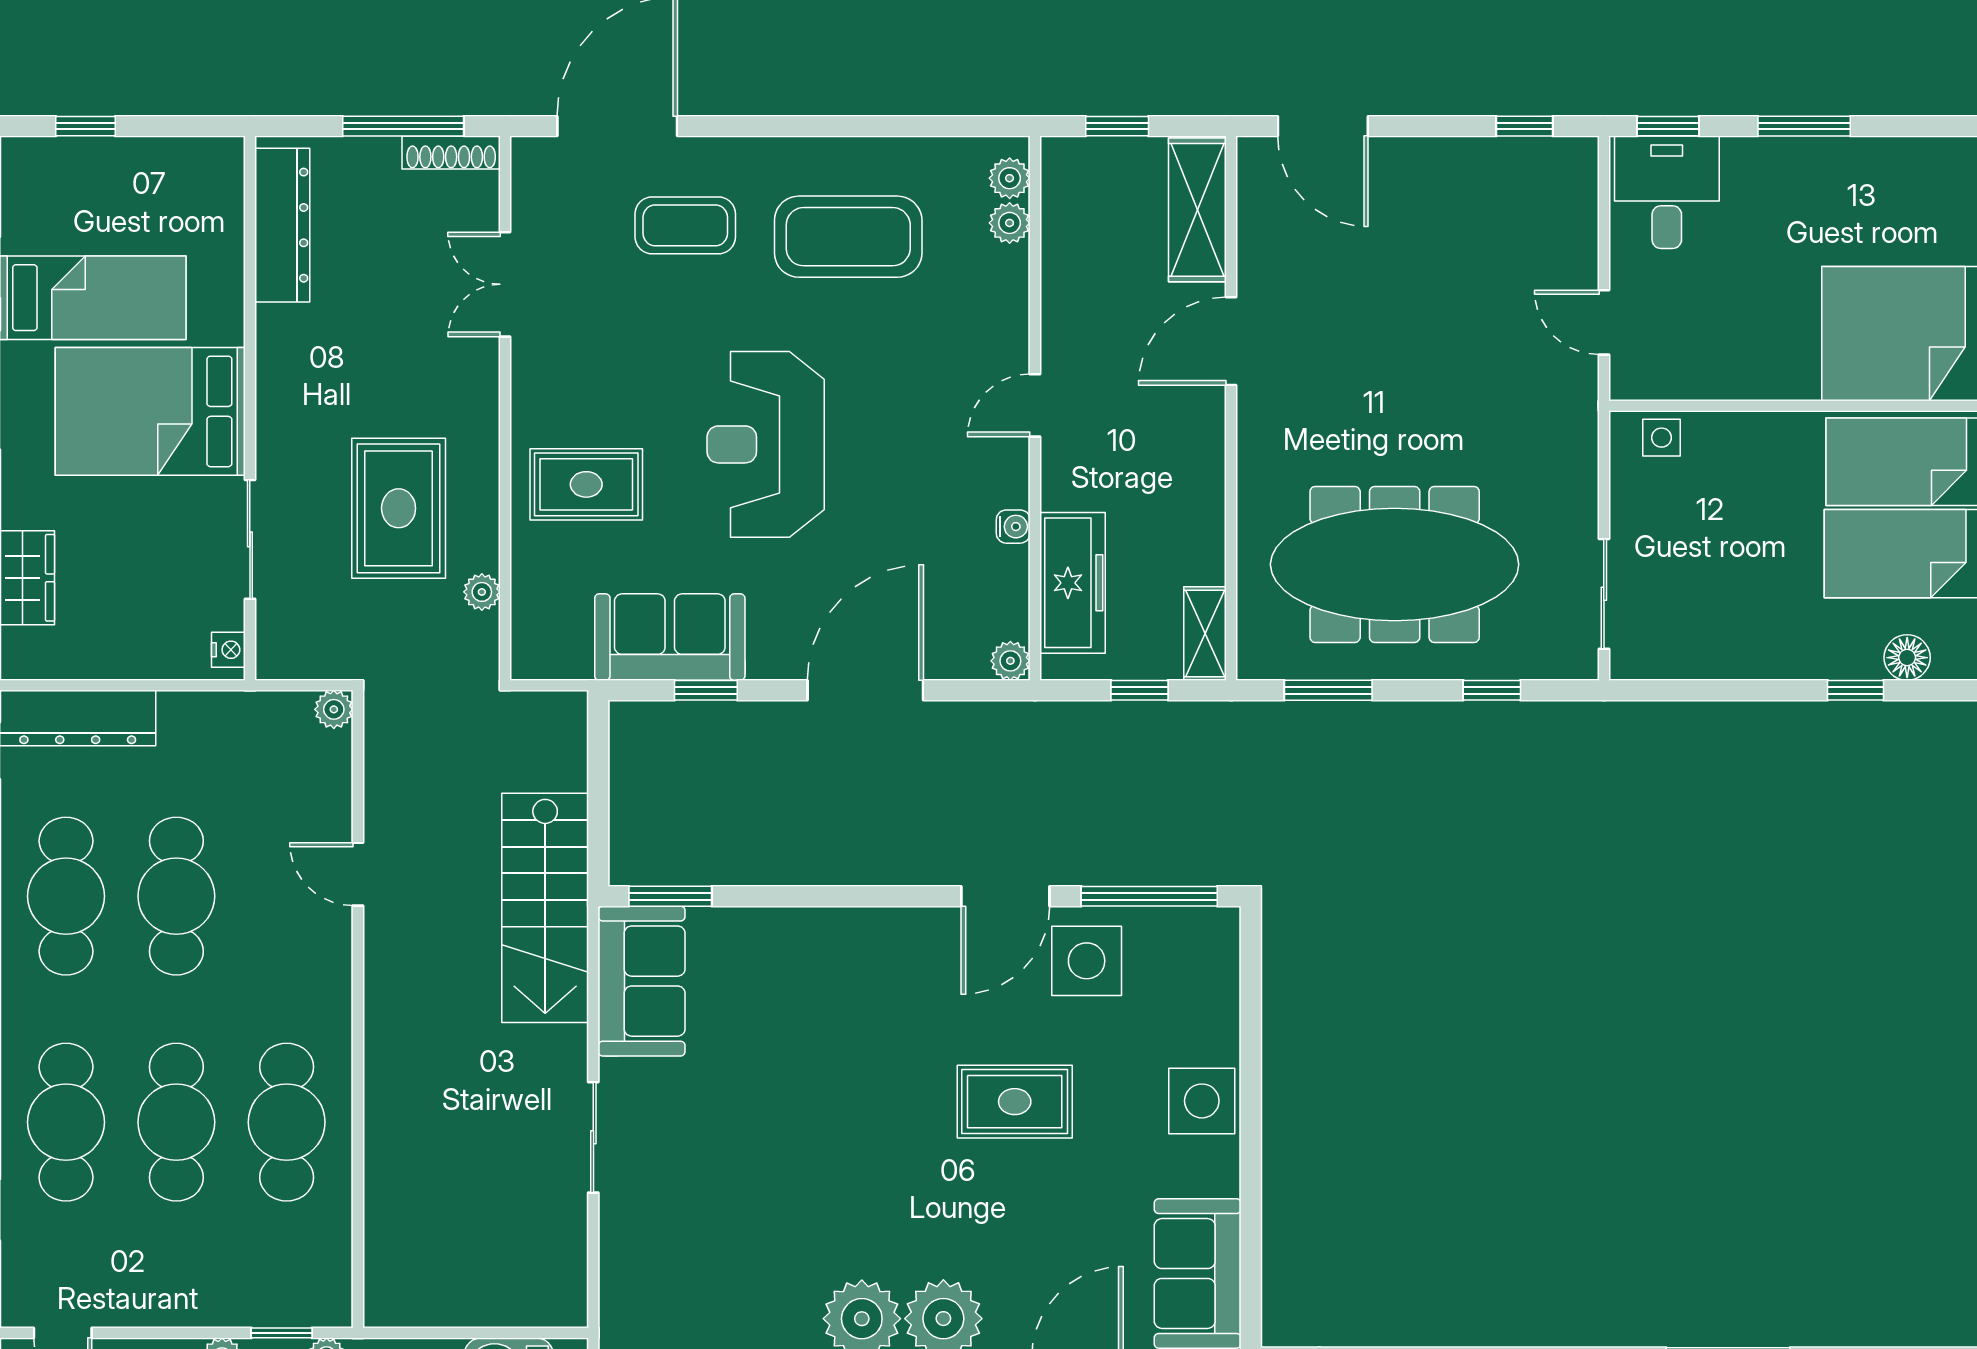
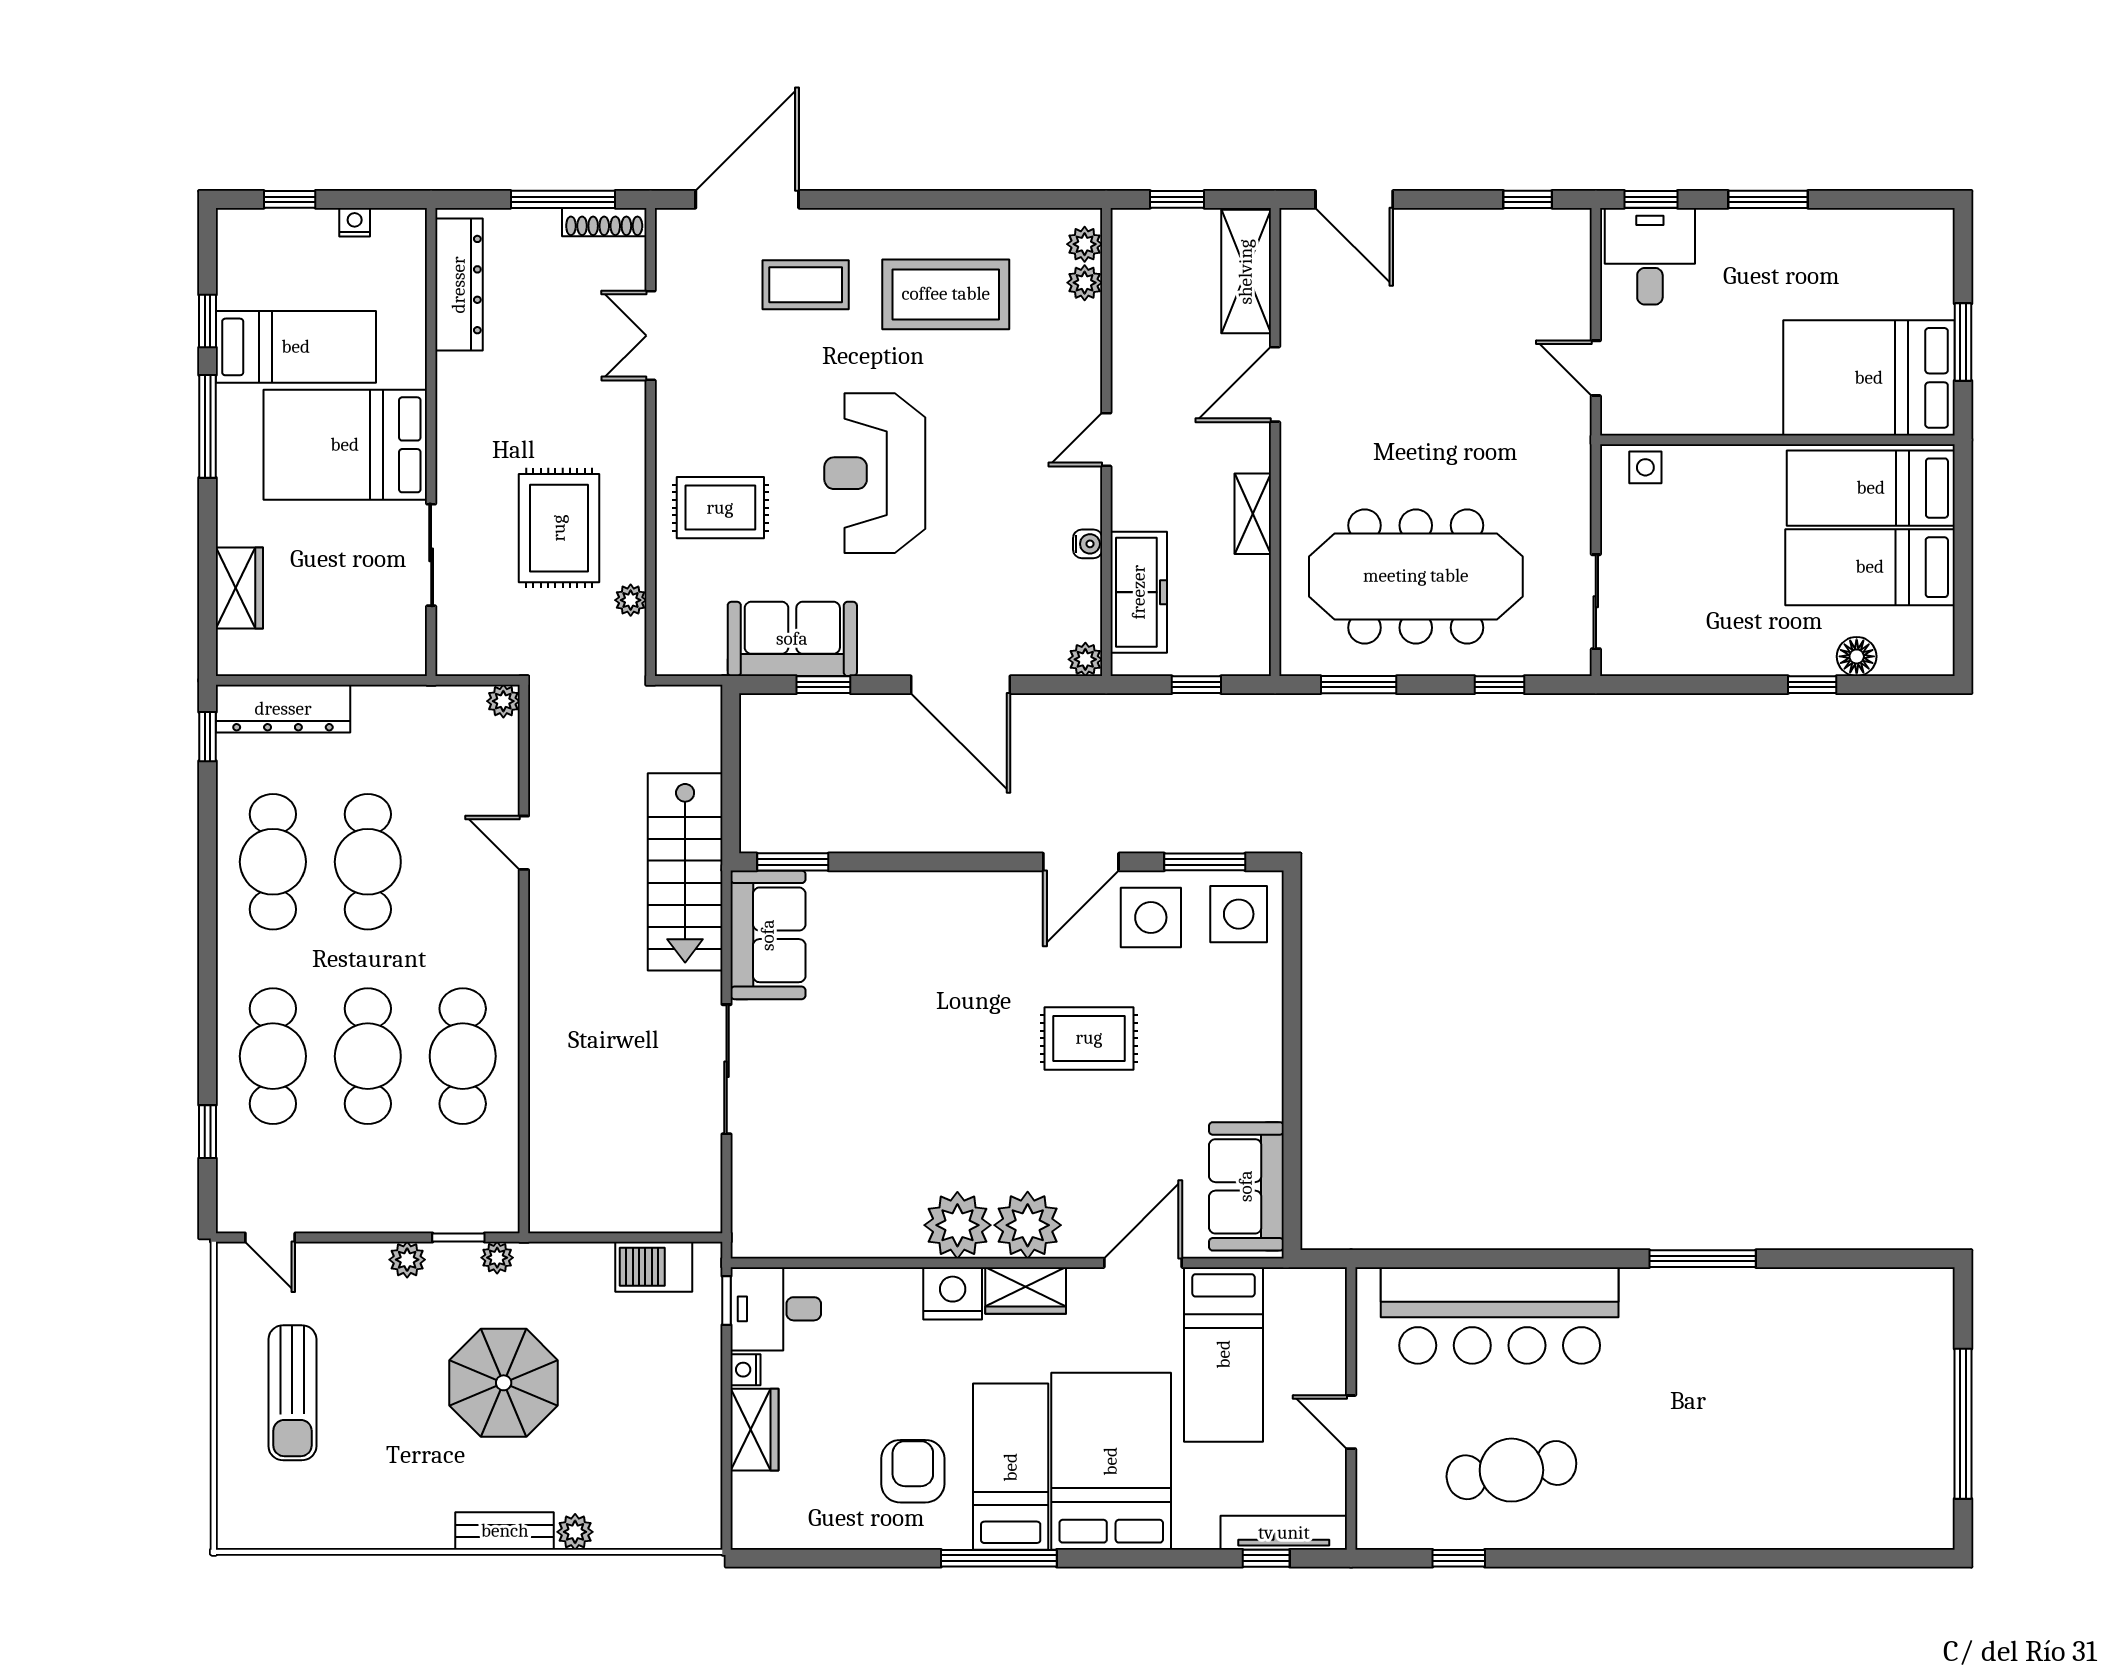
shelving: (1205, 634) -> (1253, 514), moved
nightstand: (228, 650) -> (355, 222), moved, turned -90
door: (865, 690) -> (961, 685), swing flipped
window: (1149, 896) -> (1205, 862), width x0.69
side table: (1202, 1101) -> (1239, 914), moved
sliding door: (593, 1137) -> (727, 1069), width x1.37

